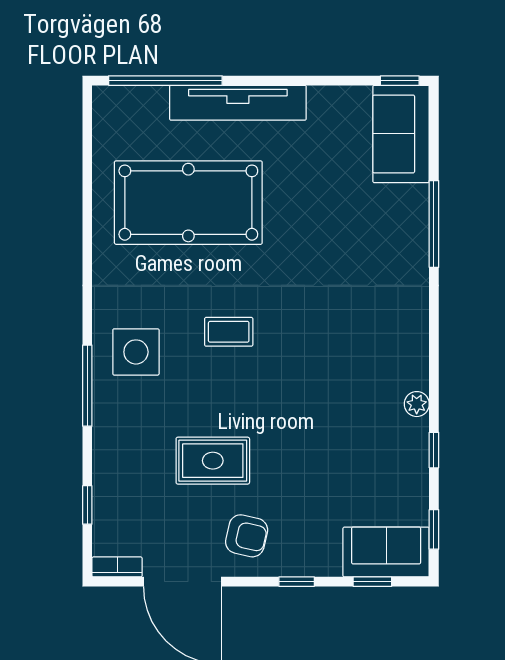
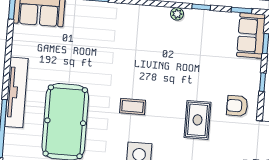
coffee table: (229, 332) -> (133, 107), turned 90
armchair: (247, 536) -> (237, 106), turned -103

